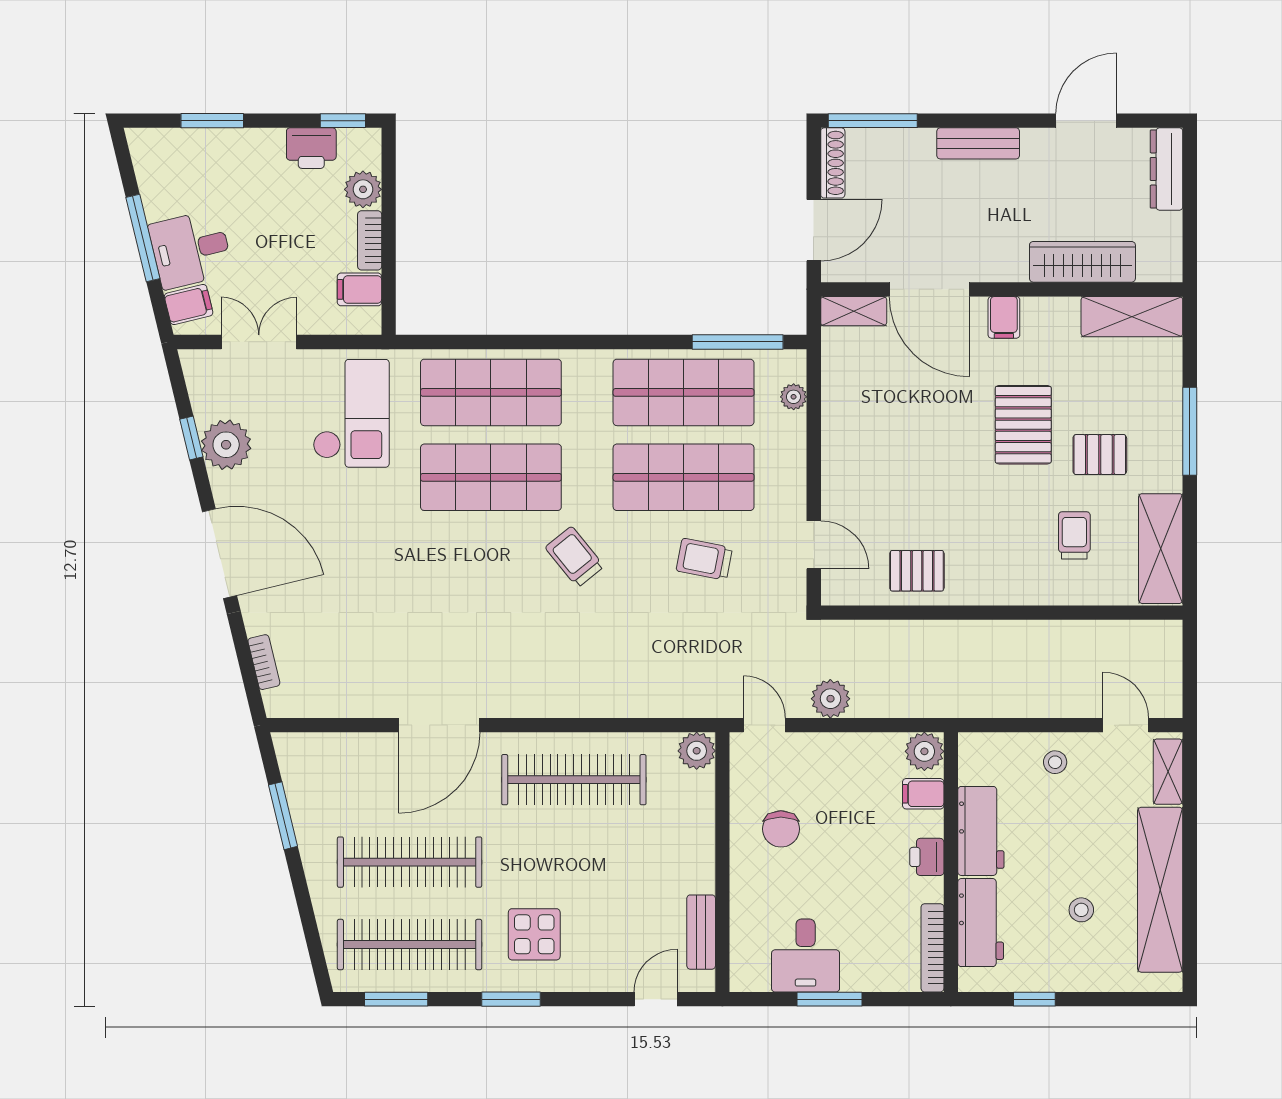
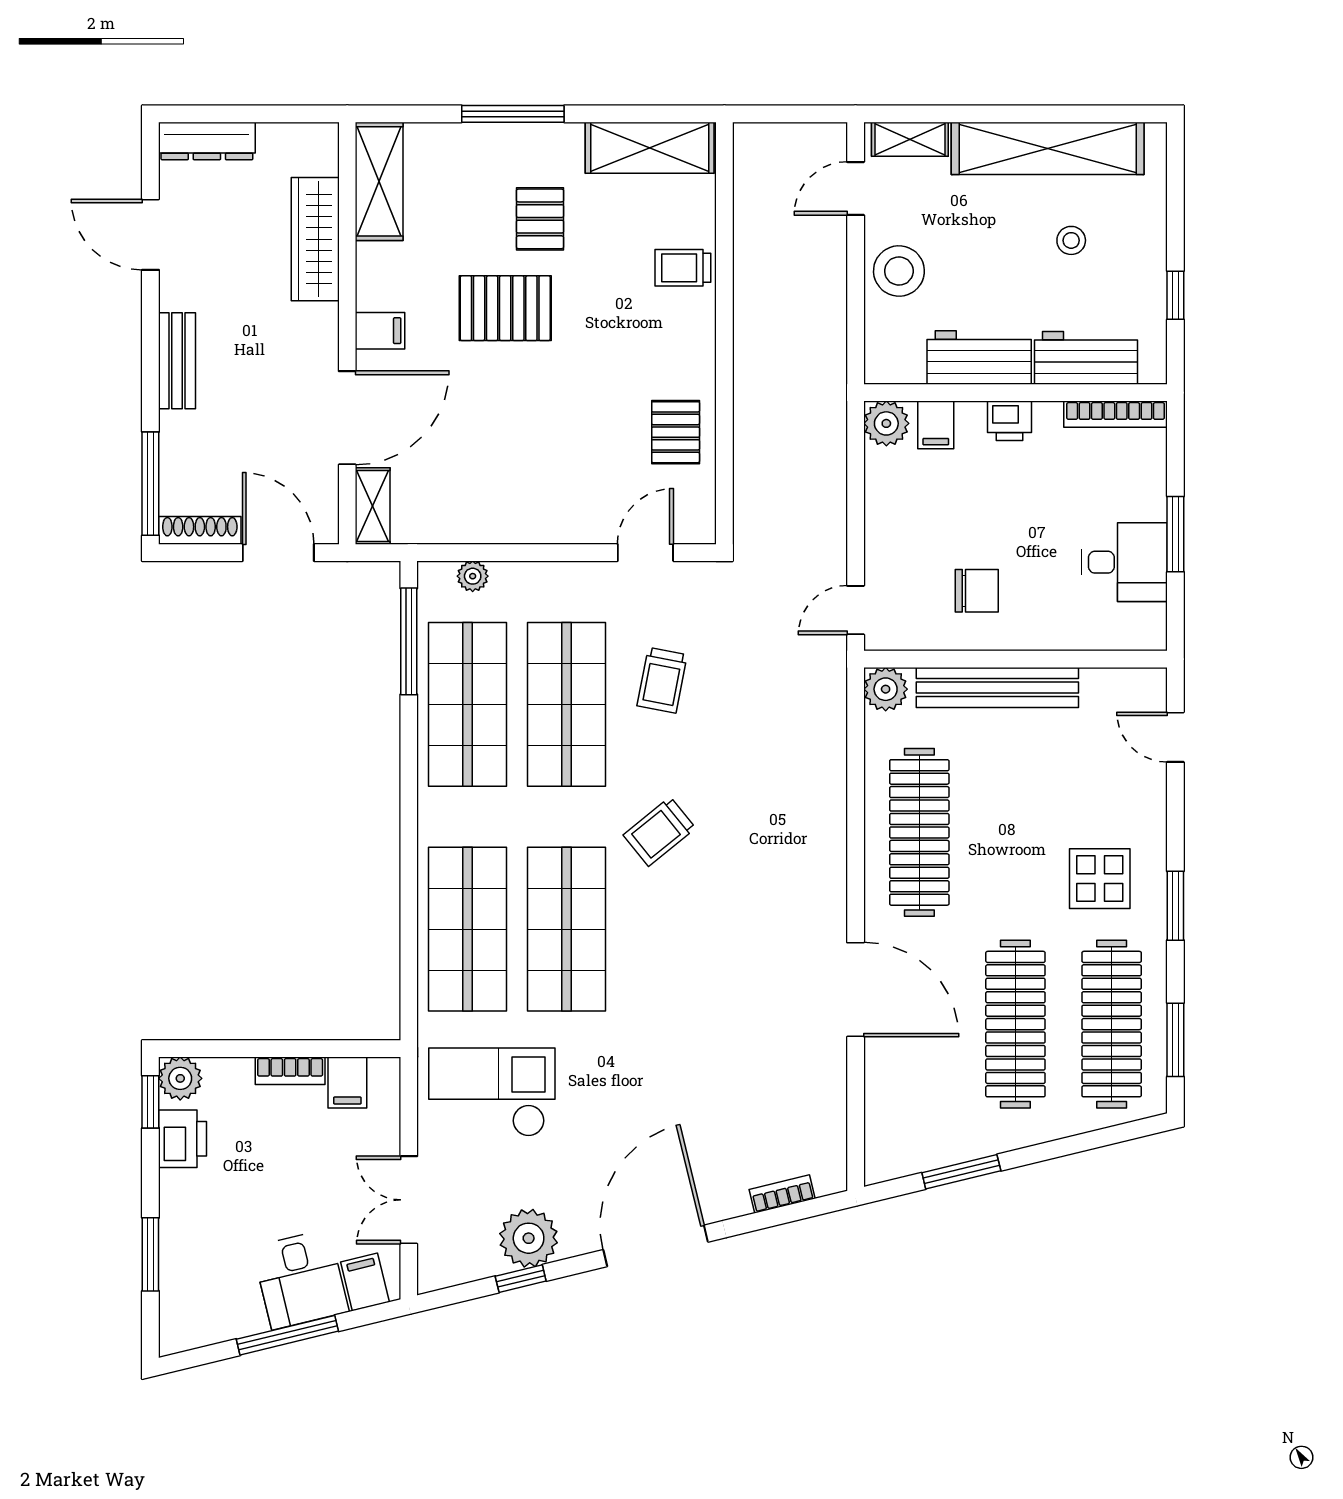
plant: (363, 189) -> (180, 1078), moved
trolley: (1074, 535) -> (683, 268), moved
plant: (830, 699) -> (825, 533), removed
stool: (1055, 762) -> (899, 271), width x1.89, depth x1.89
bench: (701, 932) -> (997, 688), moved, width x1.86, depth x1.21

